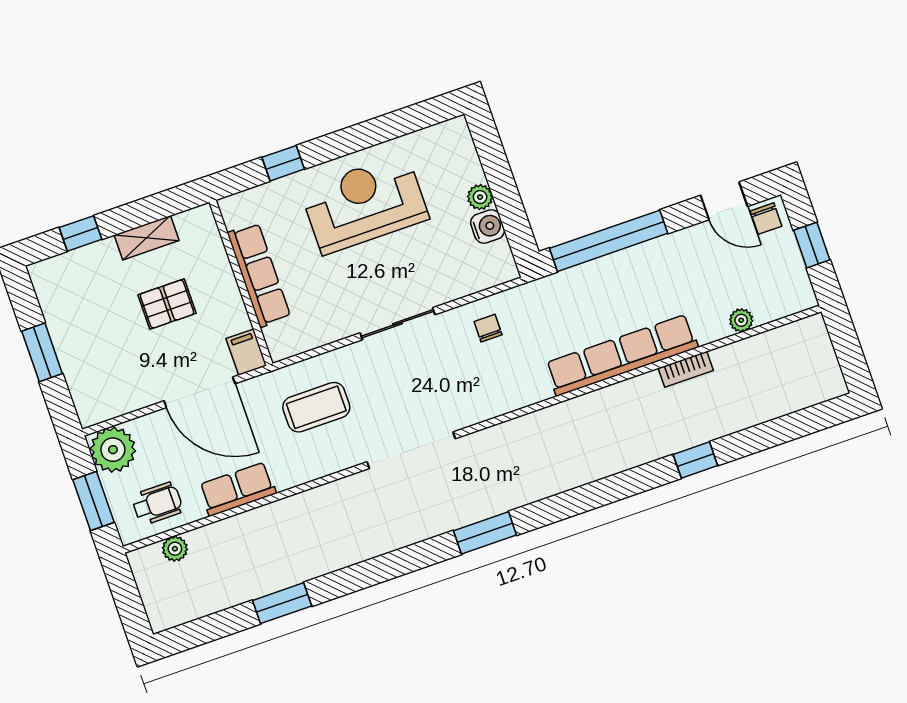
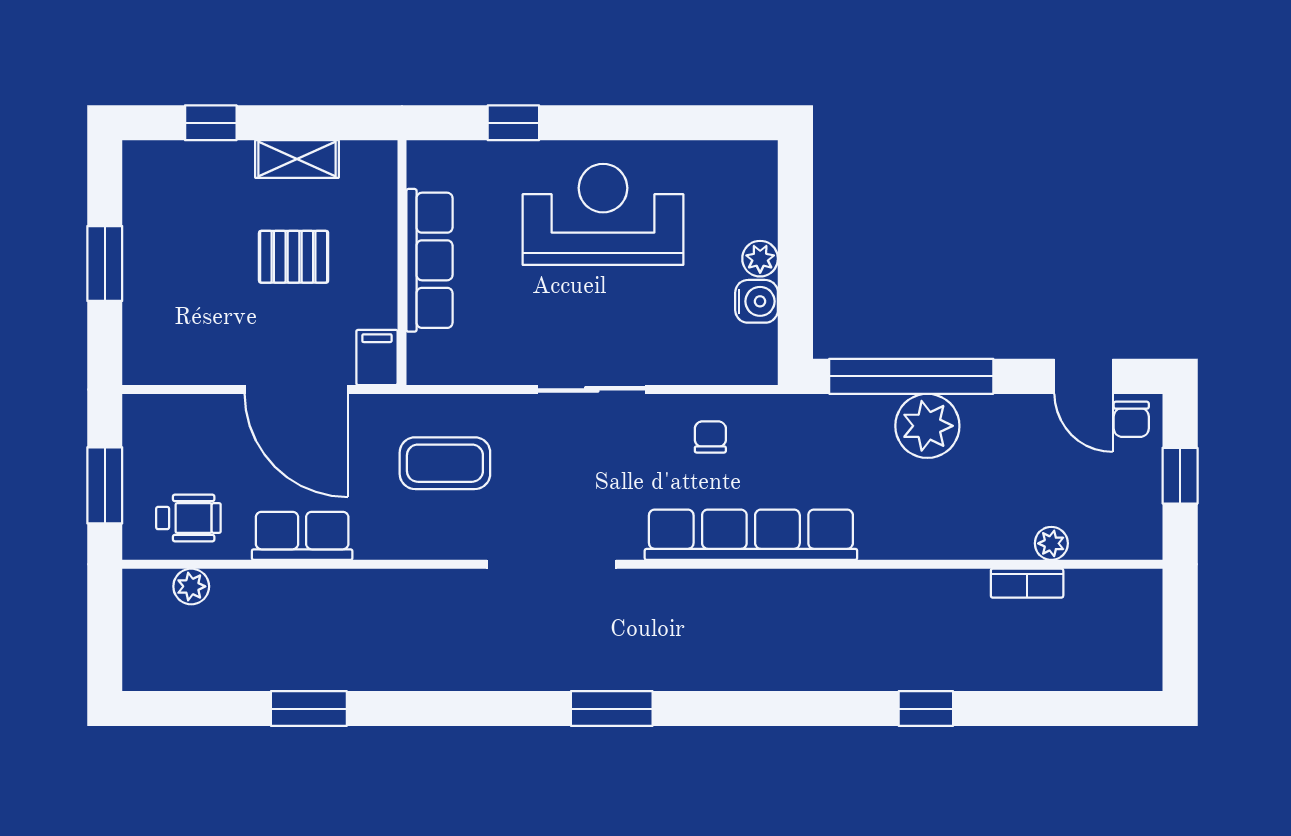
row of seats: (622, 355) -> (751, 535), moved
bookcase: (686, 369) -> (1027, 583), moved
plant: (113, 450) -> (927, 426), moved

